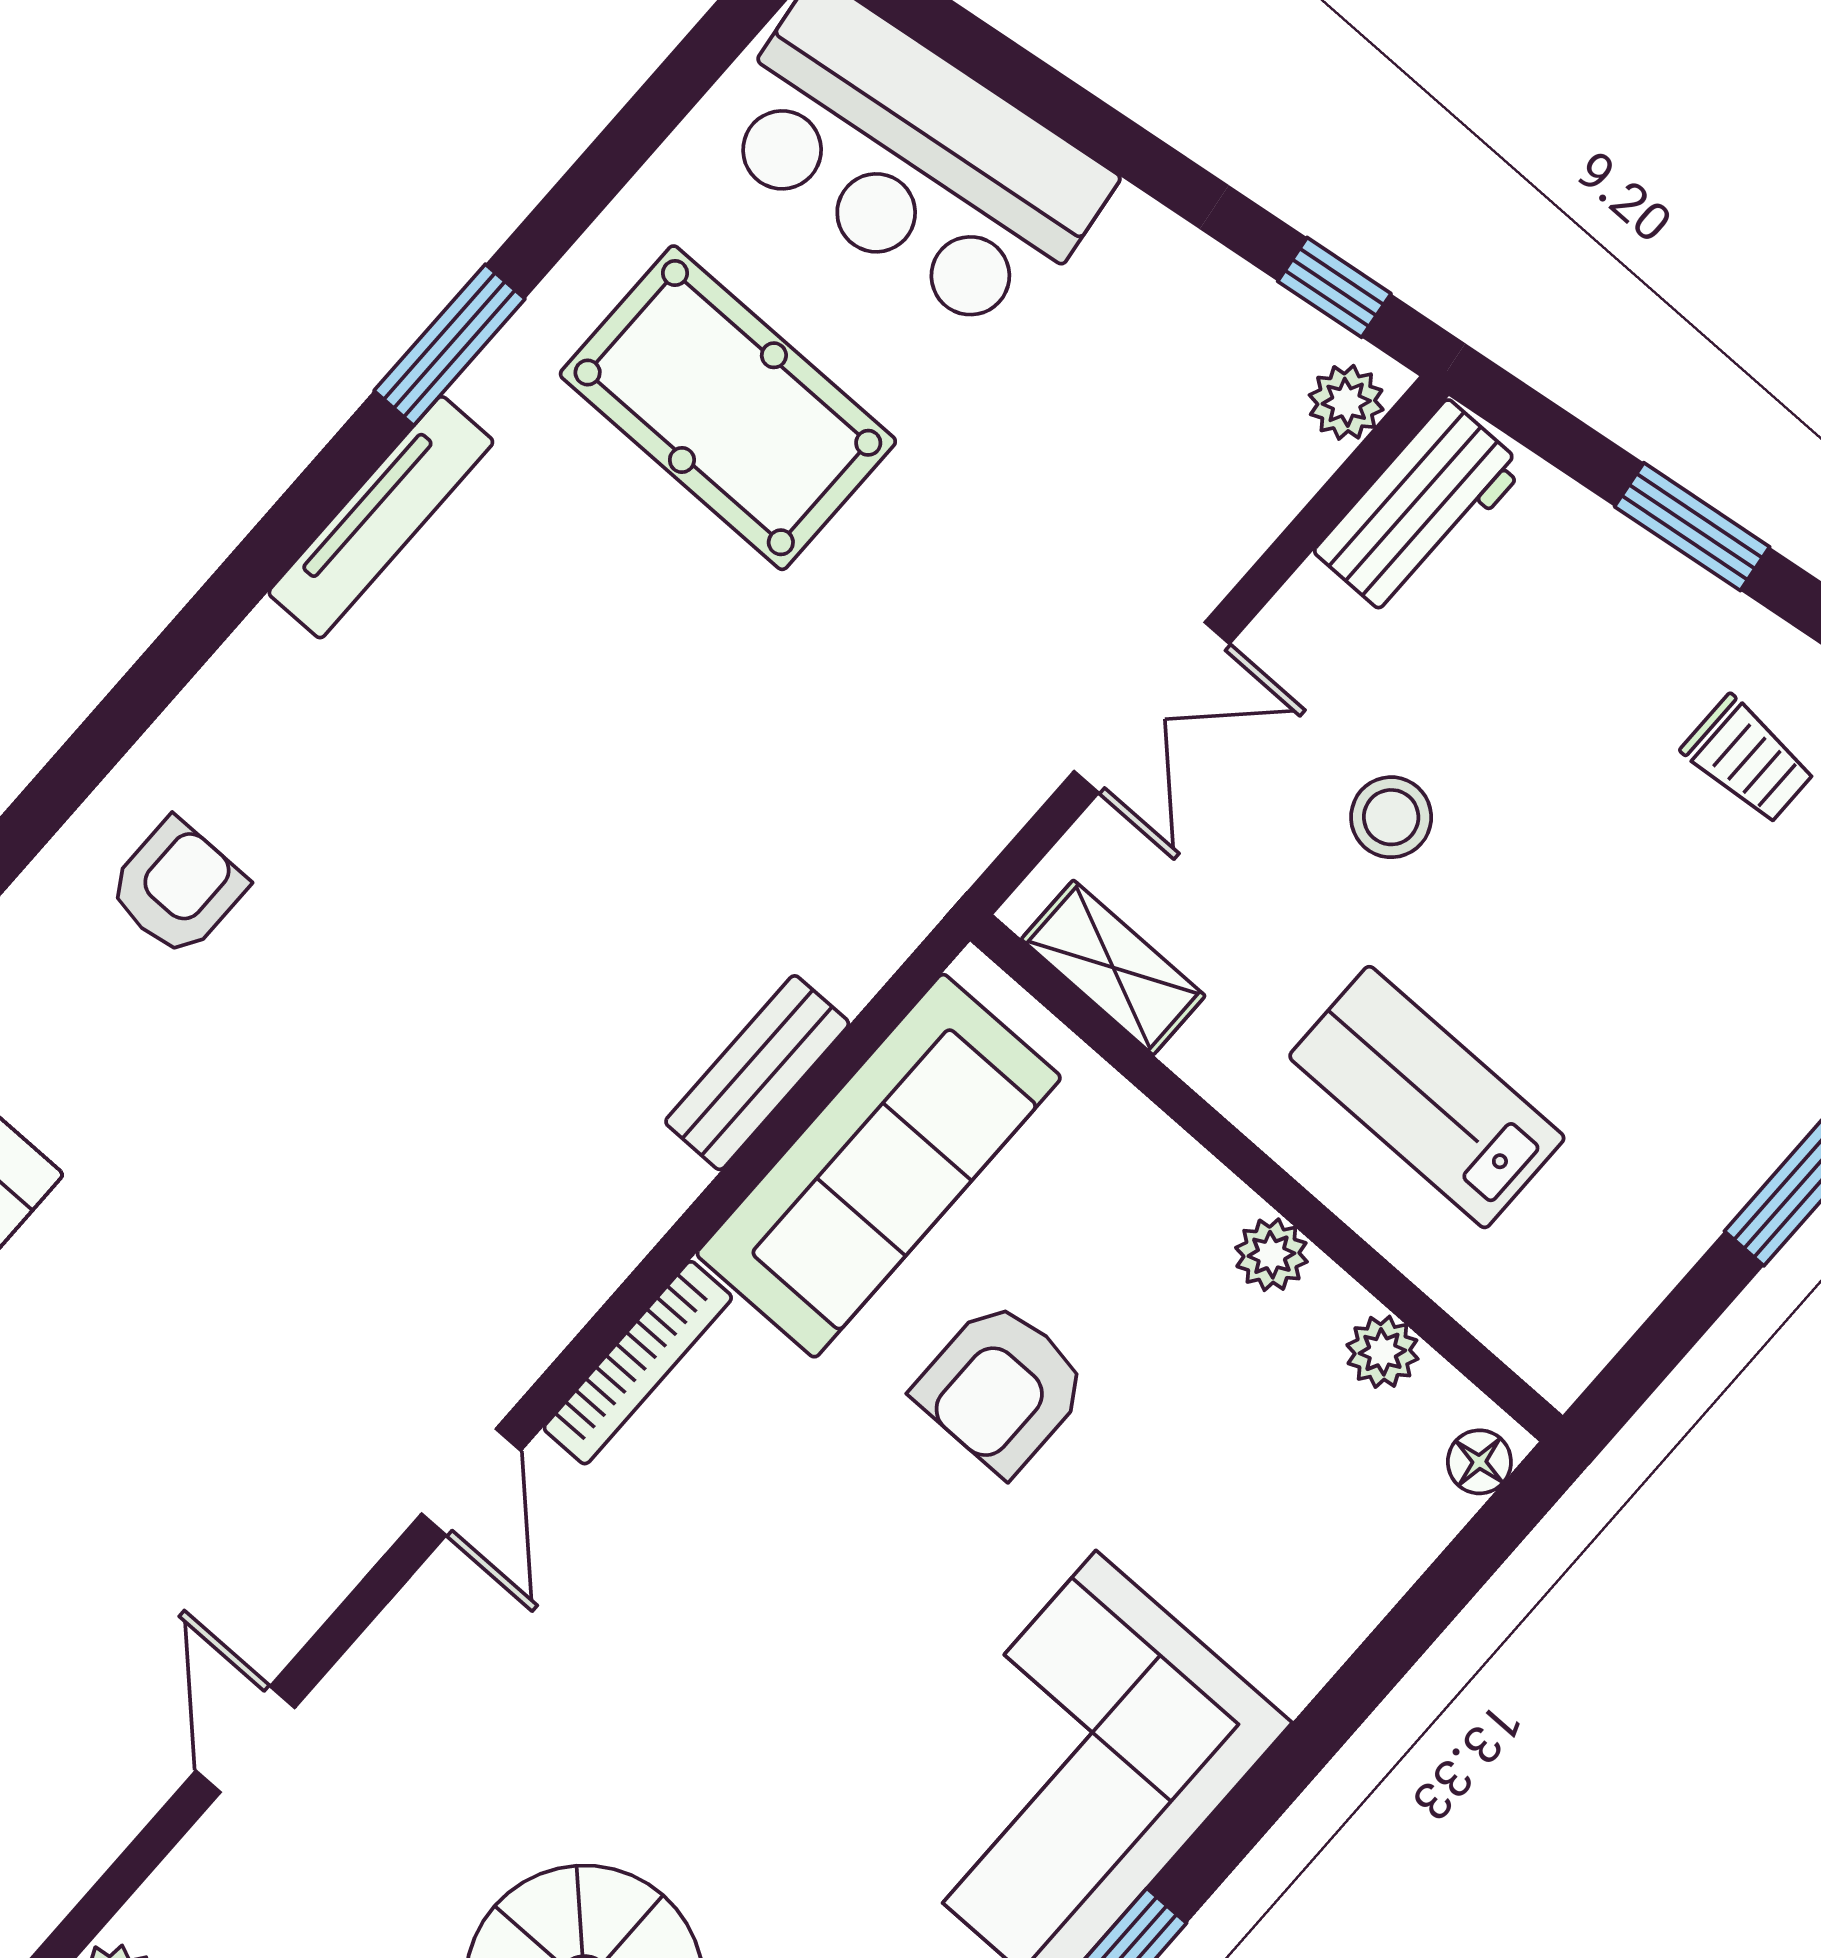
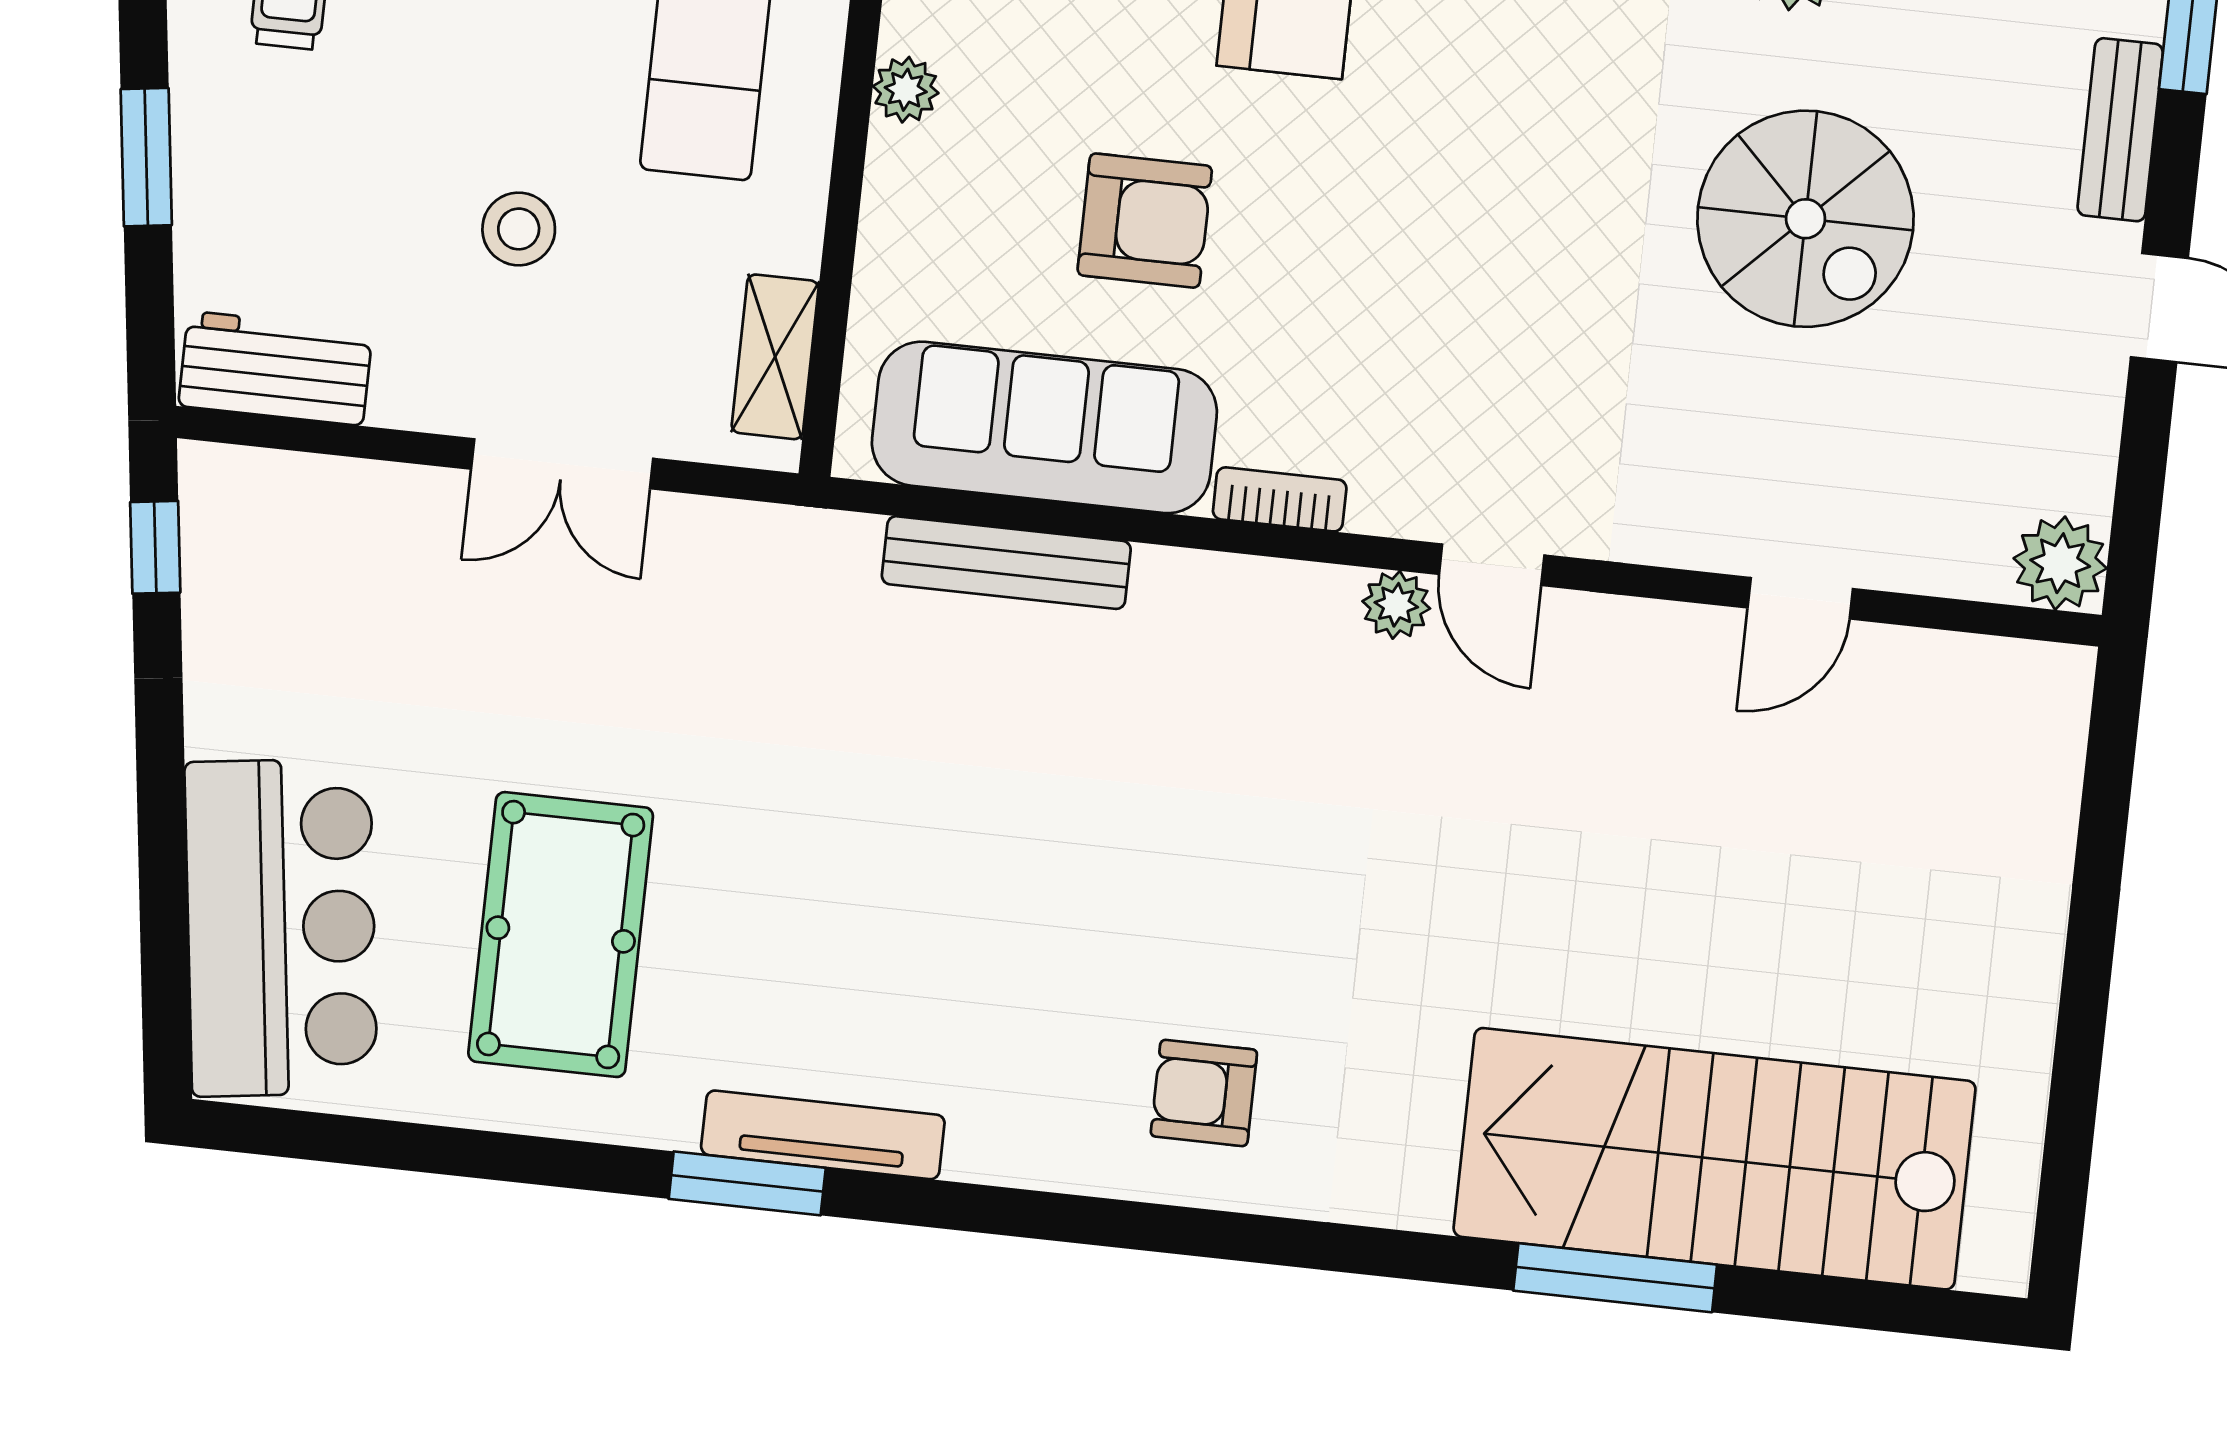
window: (449, 345) -> (747, 1183), moved
plant: (1346, 402) -> (1396, 605), moved
double door: (1152, 707) -> (562, 464), swing flipped
bench: (757, 1073) -> (1006, 563), width x1.36
bookcase: (638, 1363) -> (1280, 499), width x0.64
door: (471, 1482) -> (1492, 565), swing flipped

